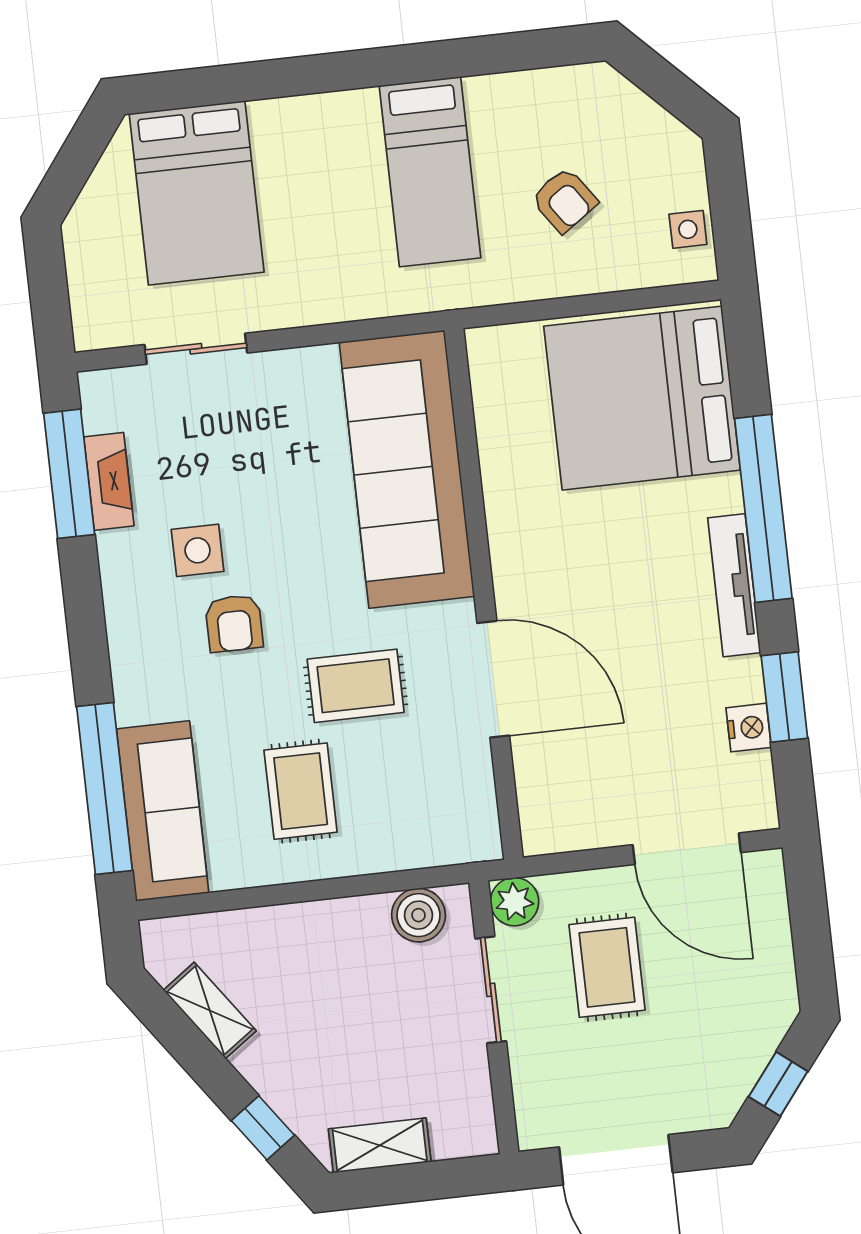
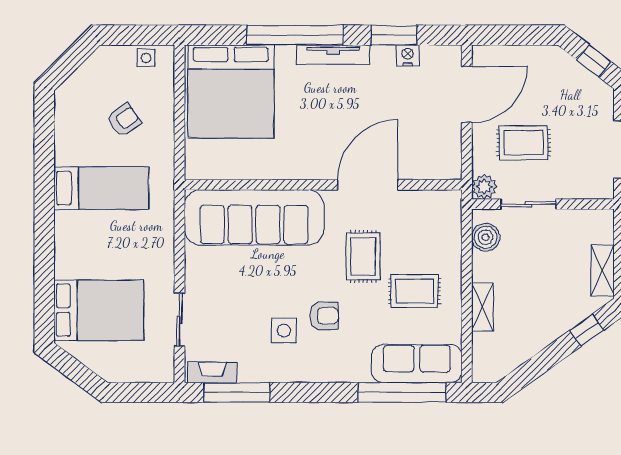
fireplace: (109, 481) -> (212, 372), moved
shelving: (210, 1010) -> (482, 307), moved, turned -54

